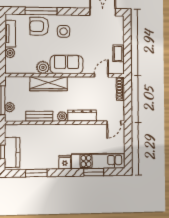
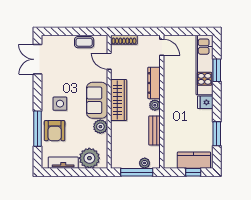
plant: (10, 53) -> (89, 158), width x1.88, depth x1.88
wardrobe: (49, 84) -> (119, 100), moved

